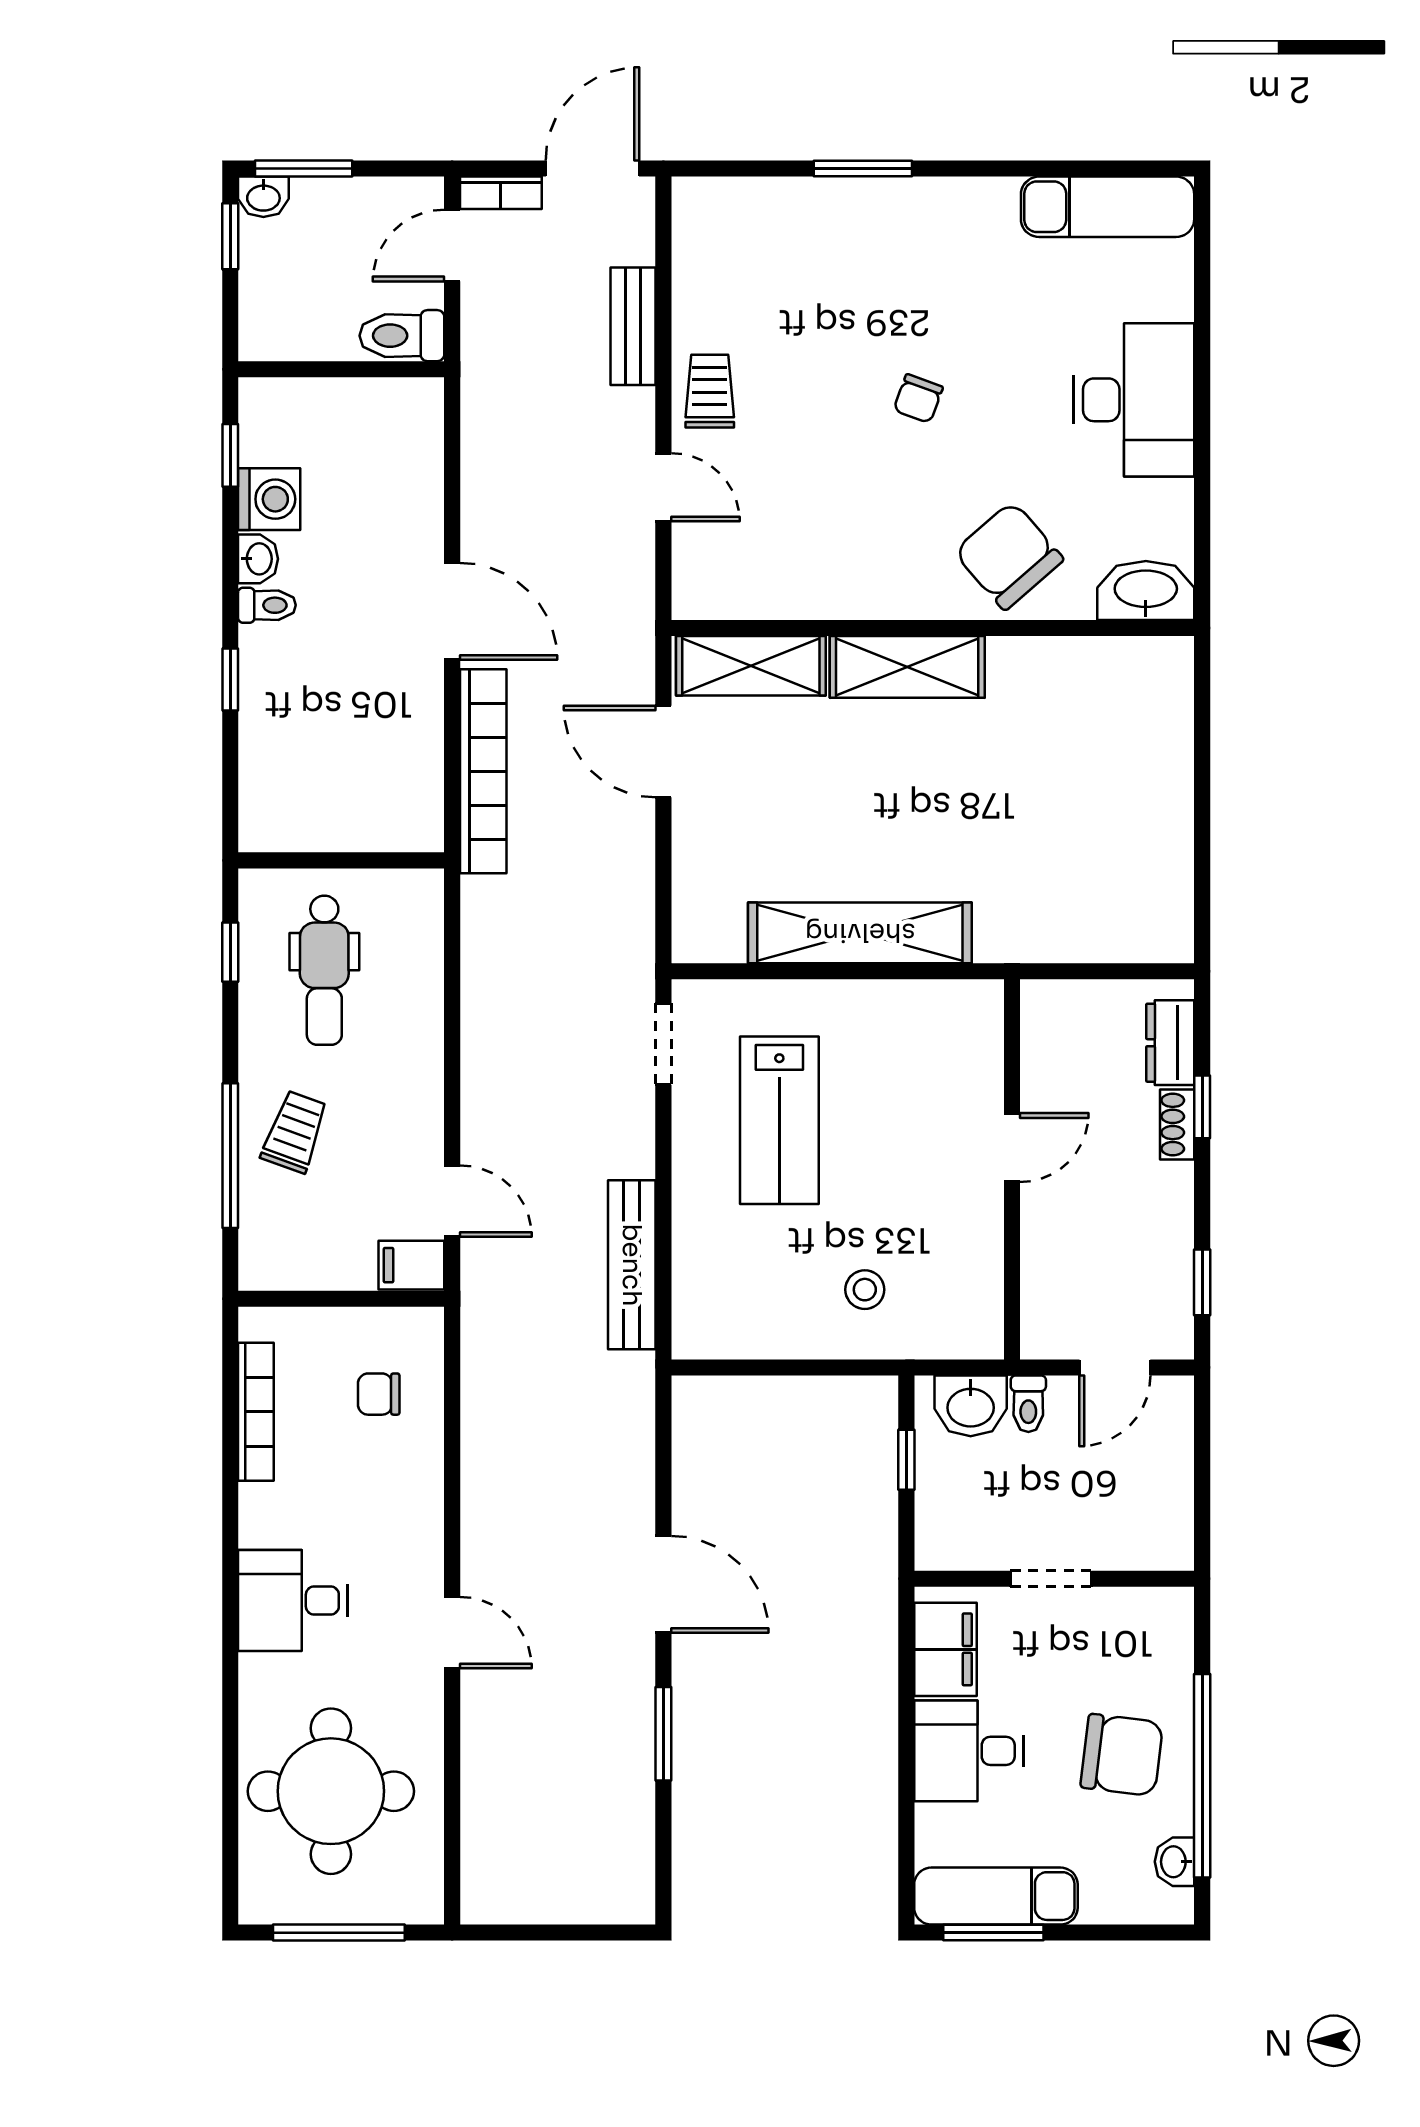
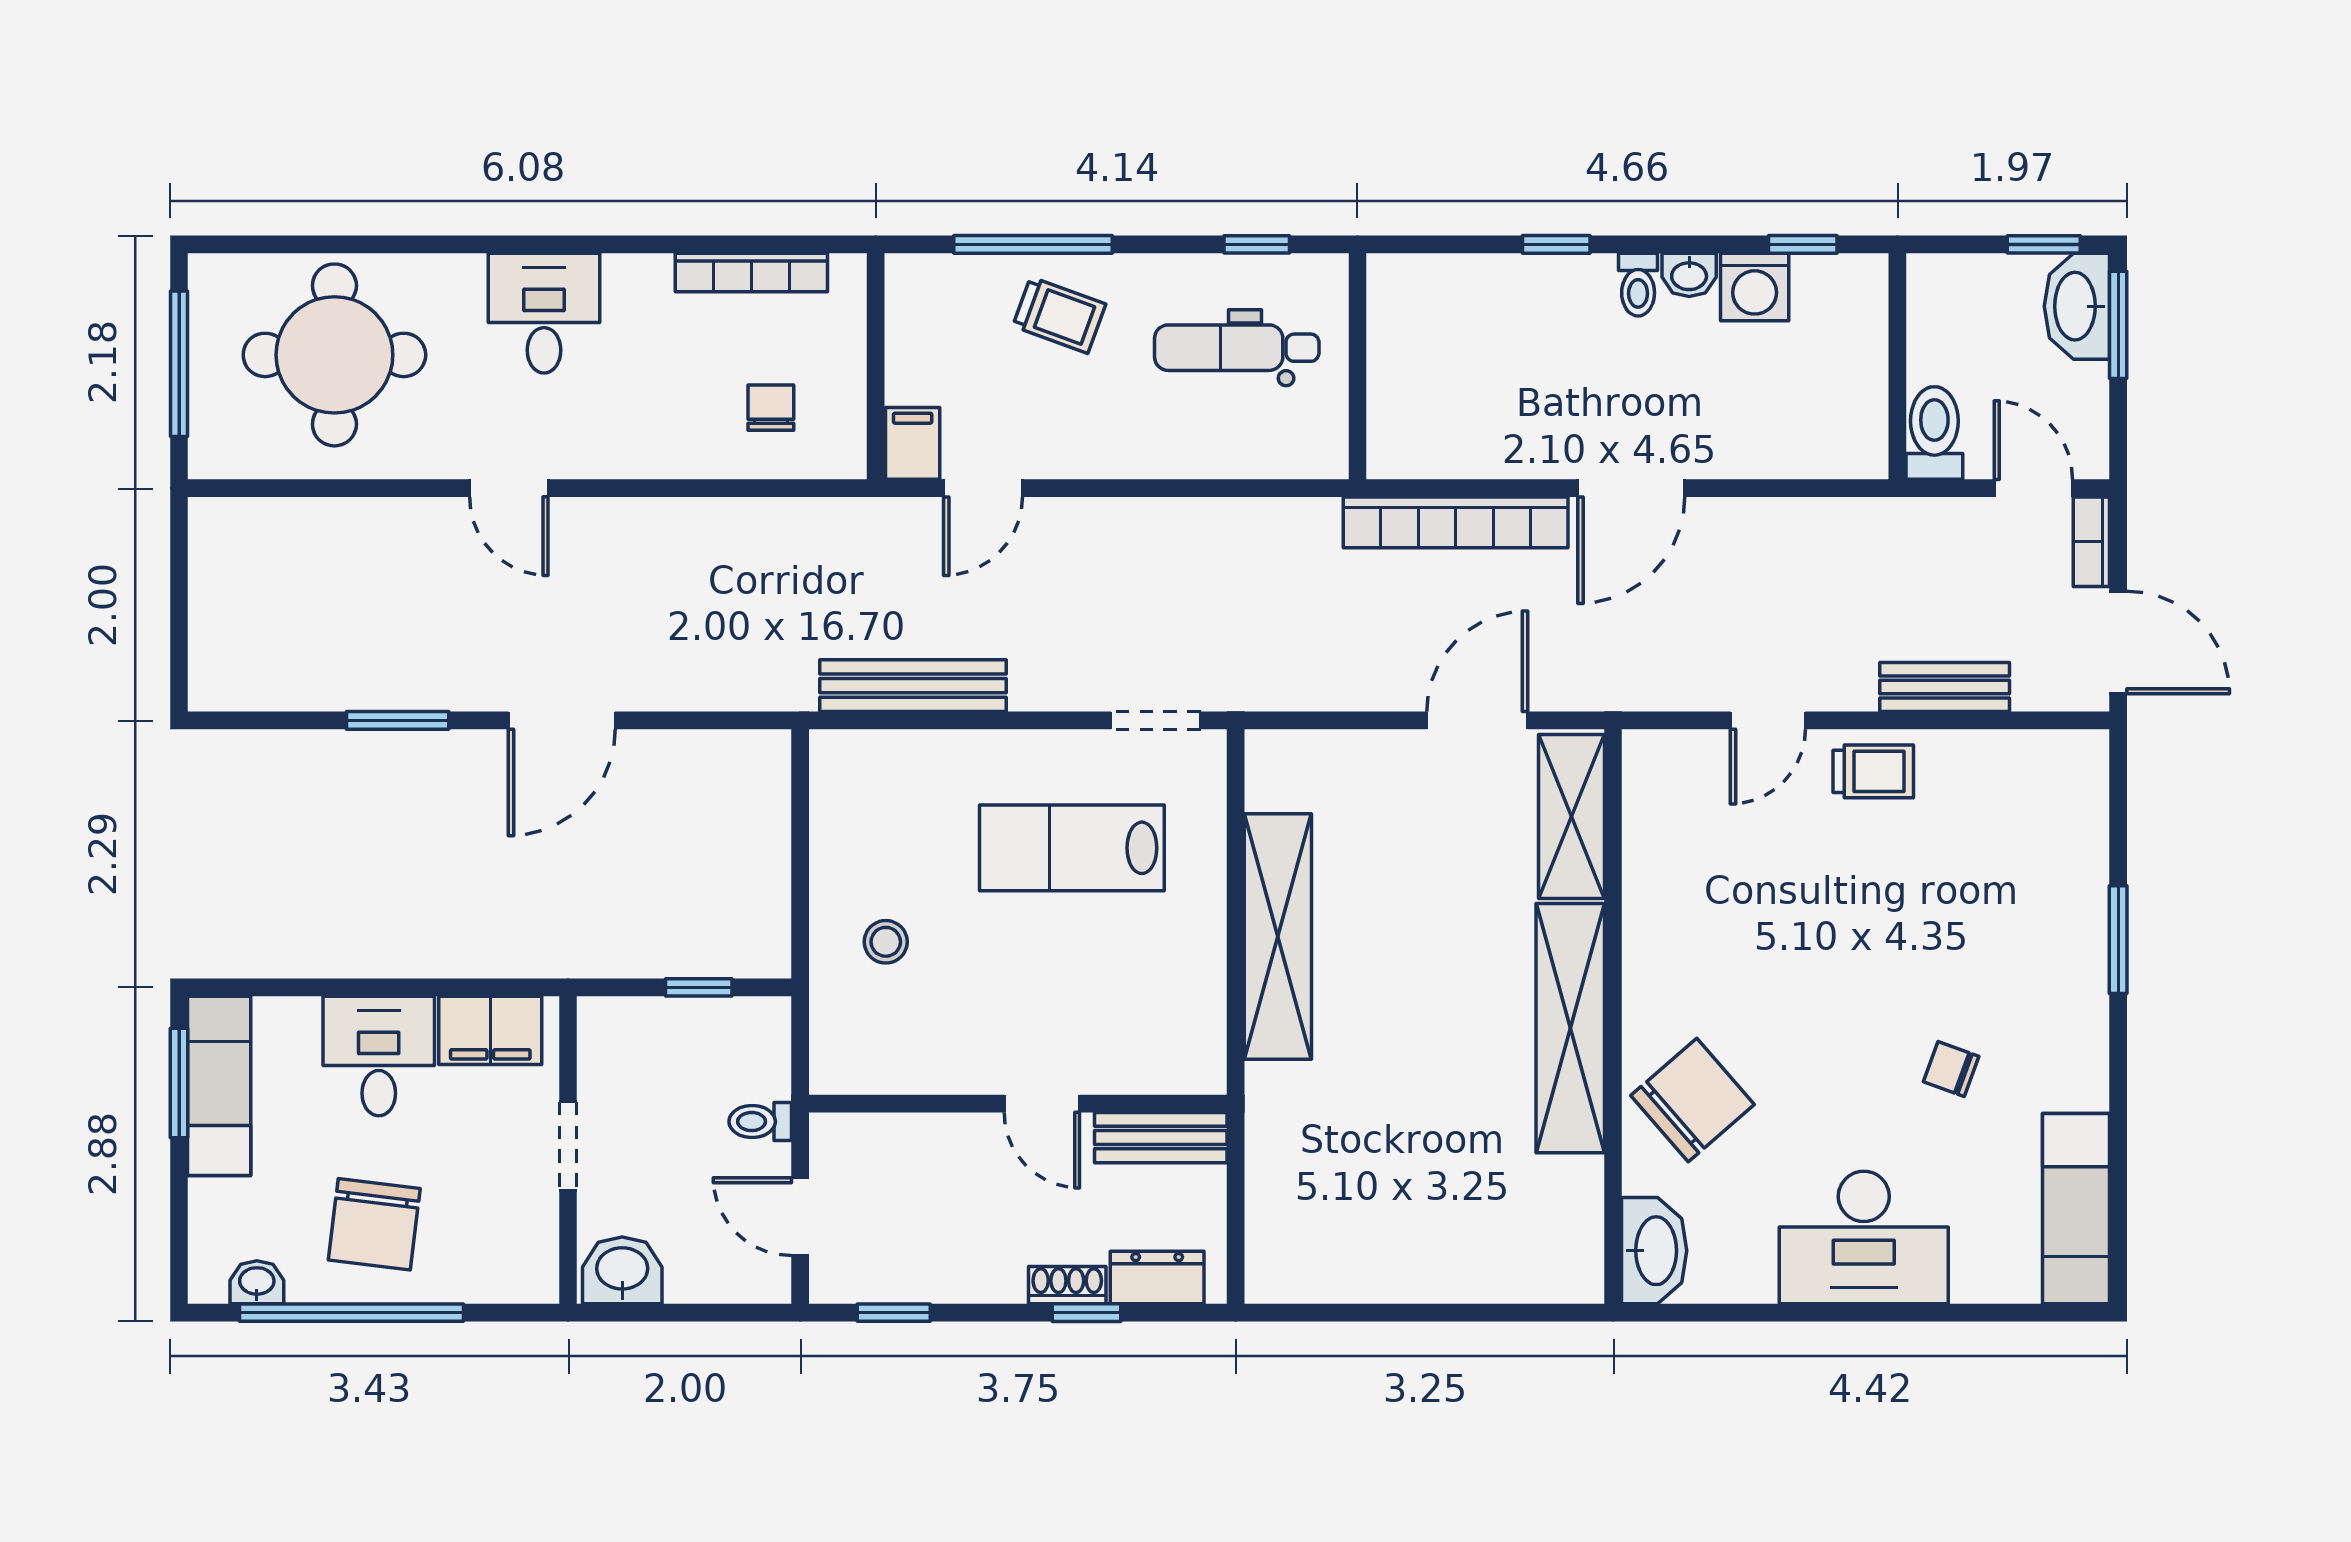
washbasin: (263, 197) -> (2077, 306), width x1.91, depth x1.45
chair: (918, 399) -> (1951, 1069), moved
shelving: (907, 667) -> (1570, 1028), width x1.47
bench: (1043, 1039) -> (1161, 1138), added
washbasin: (971, 1406) -> (622, 1270), moved, turned 90
door: (452, 1633) -> (509, 488), hinge flipped

